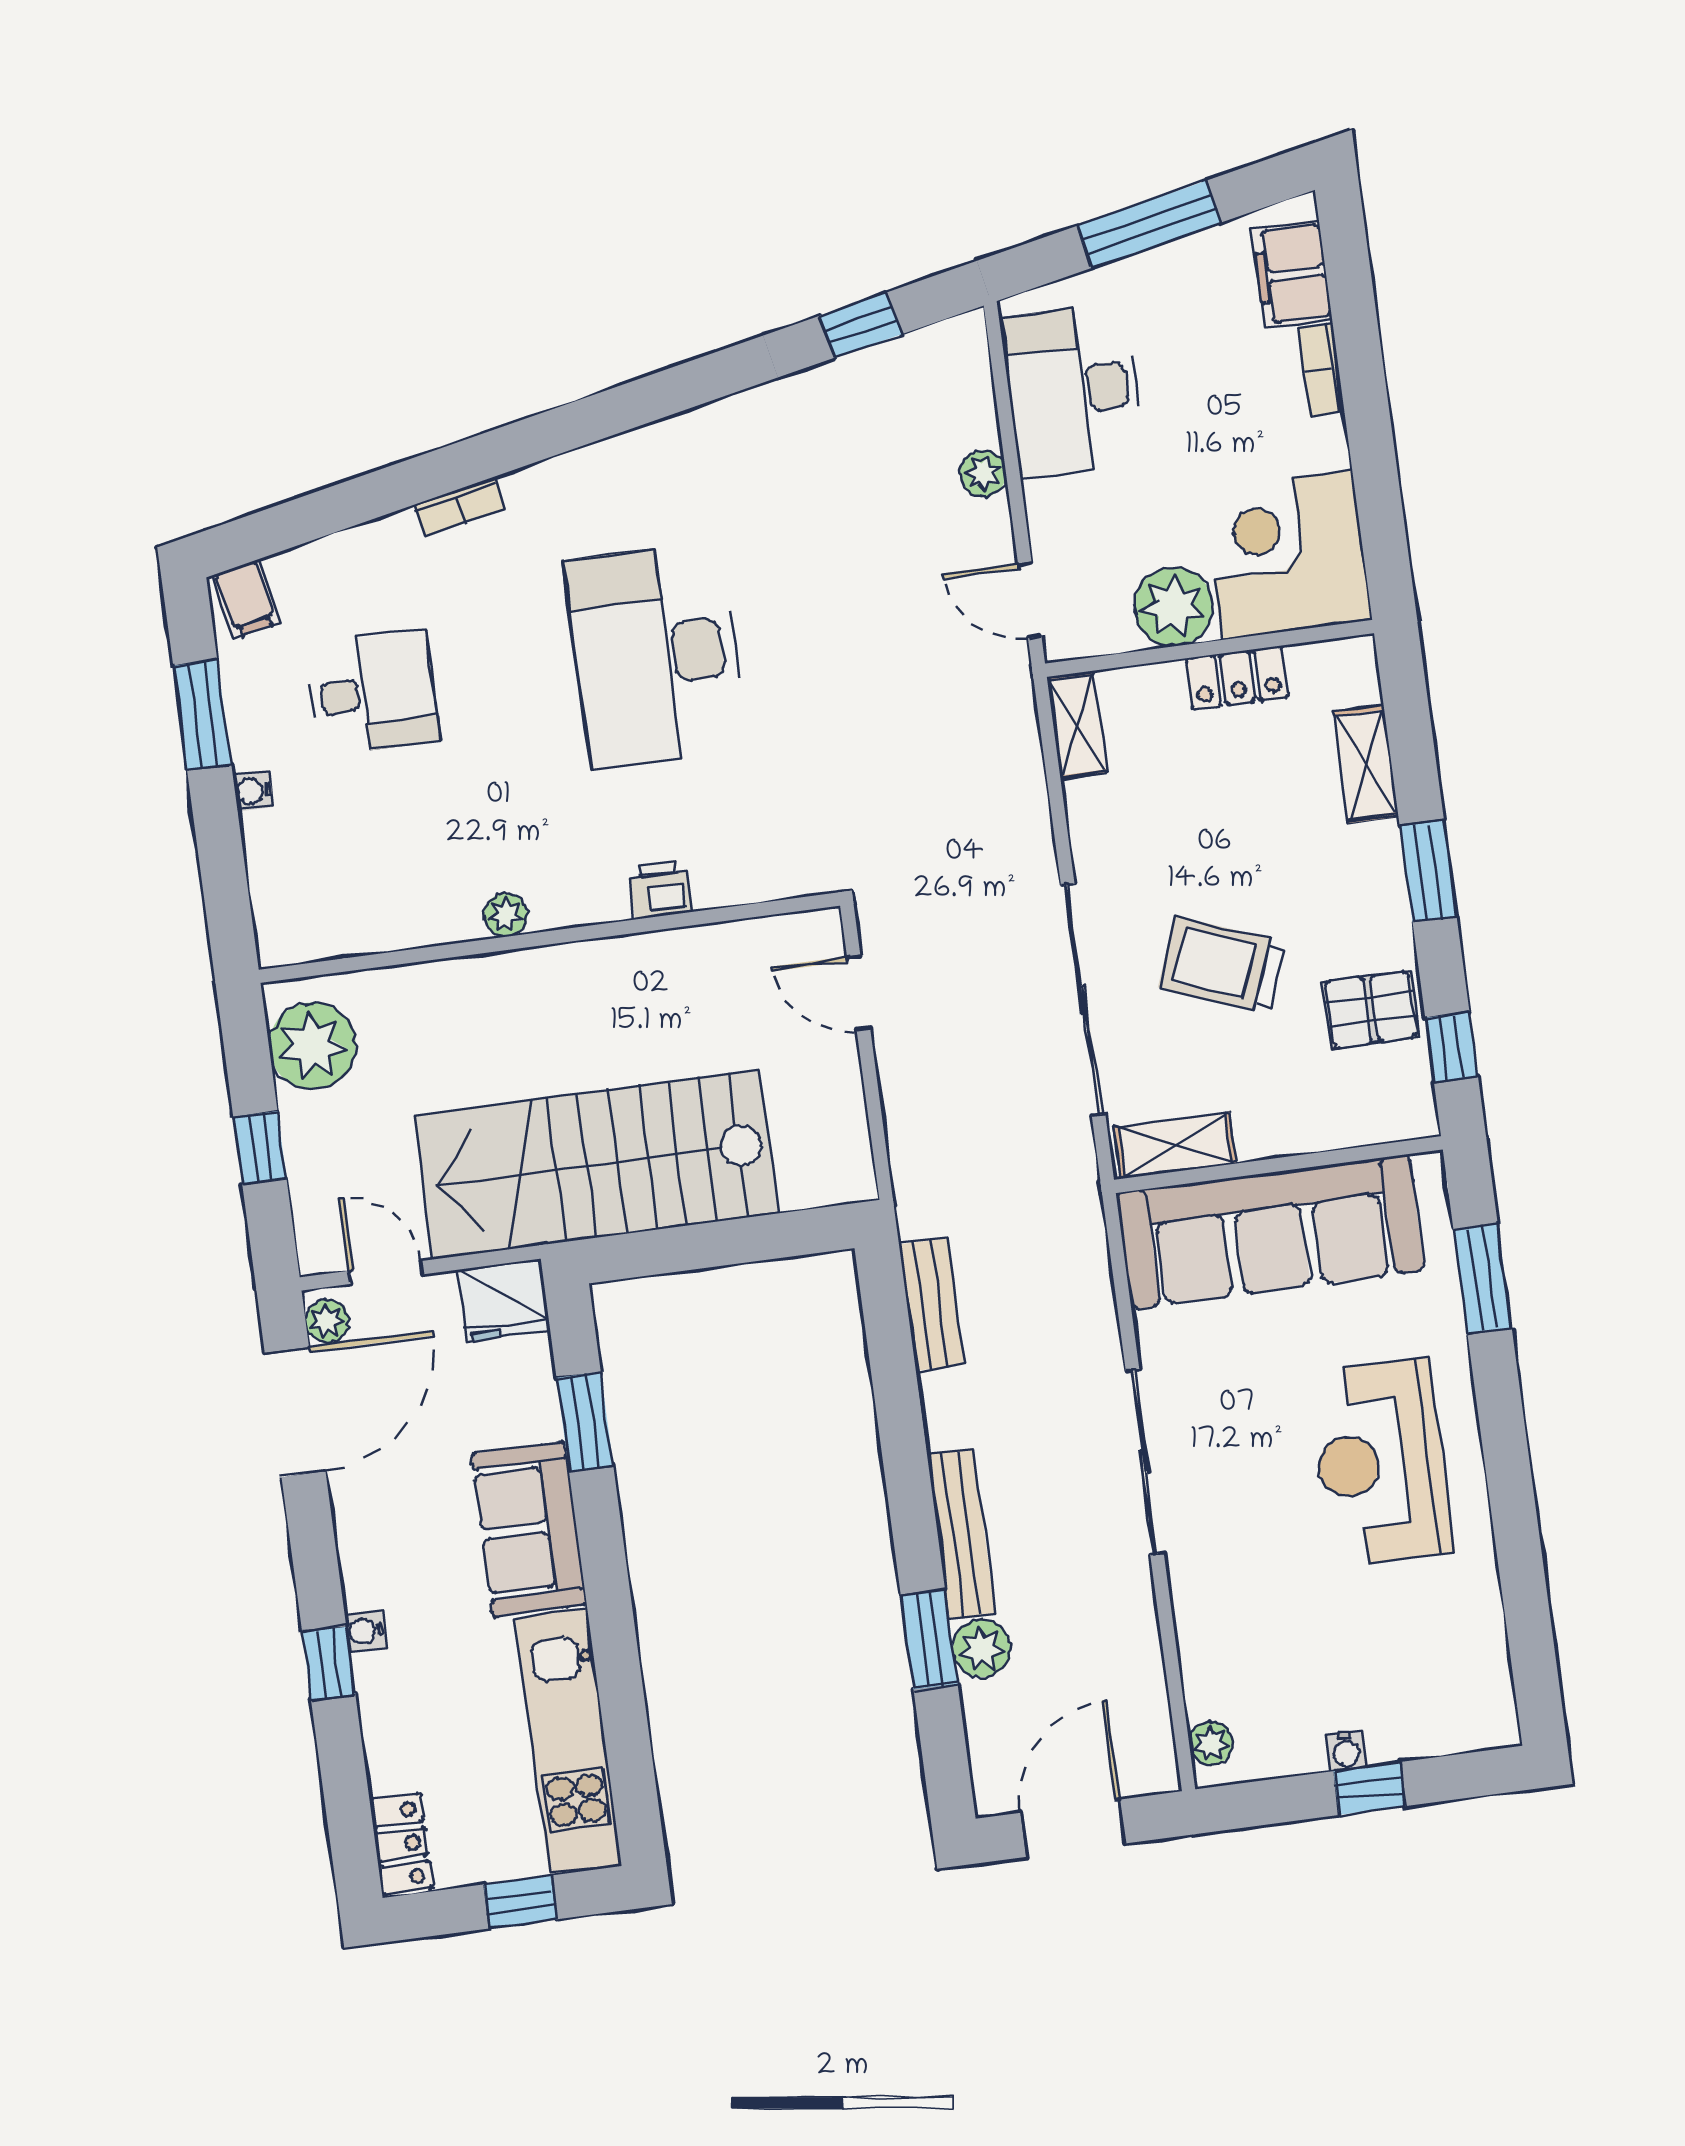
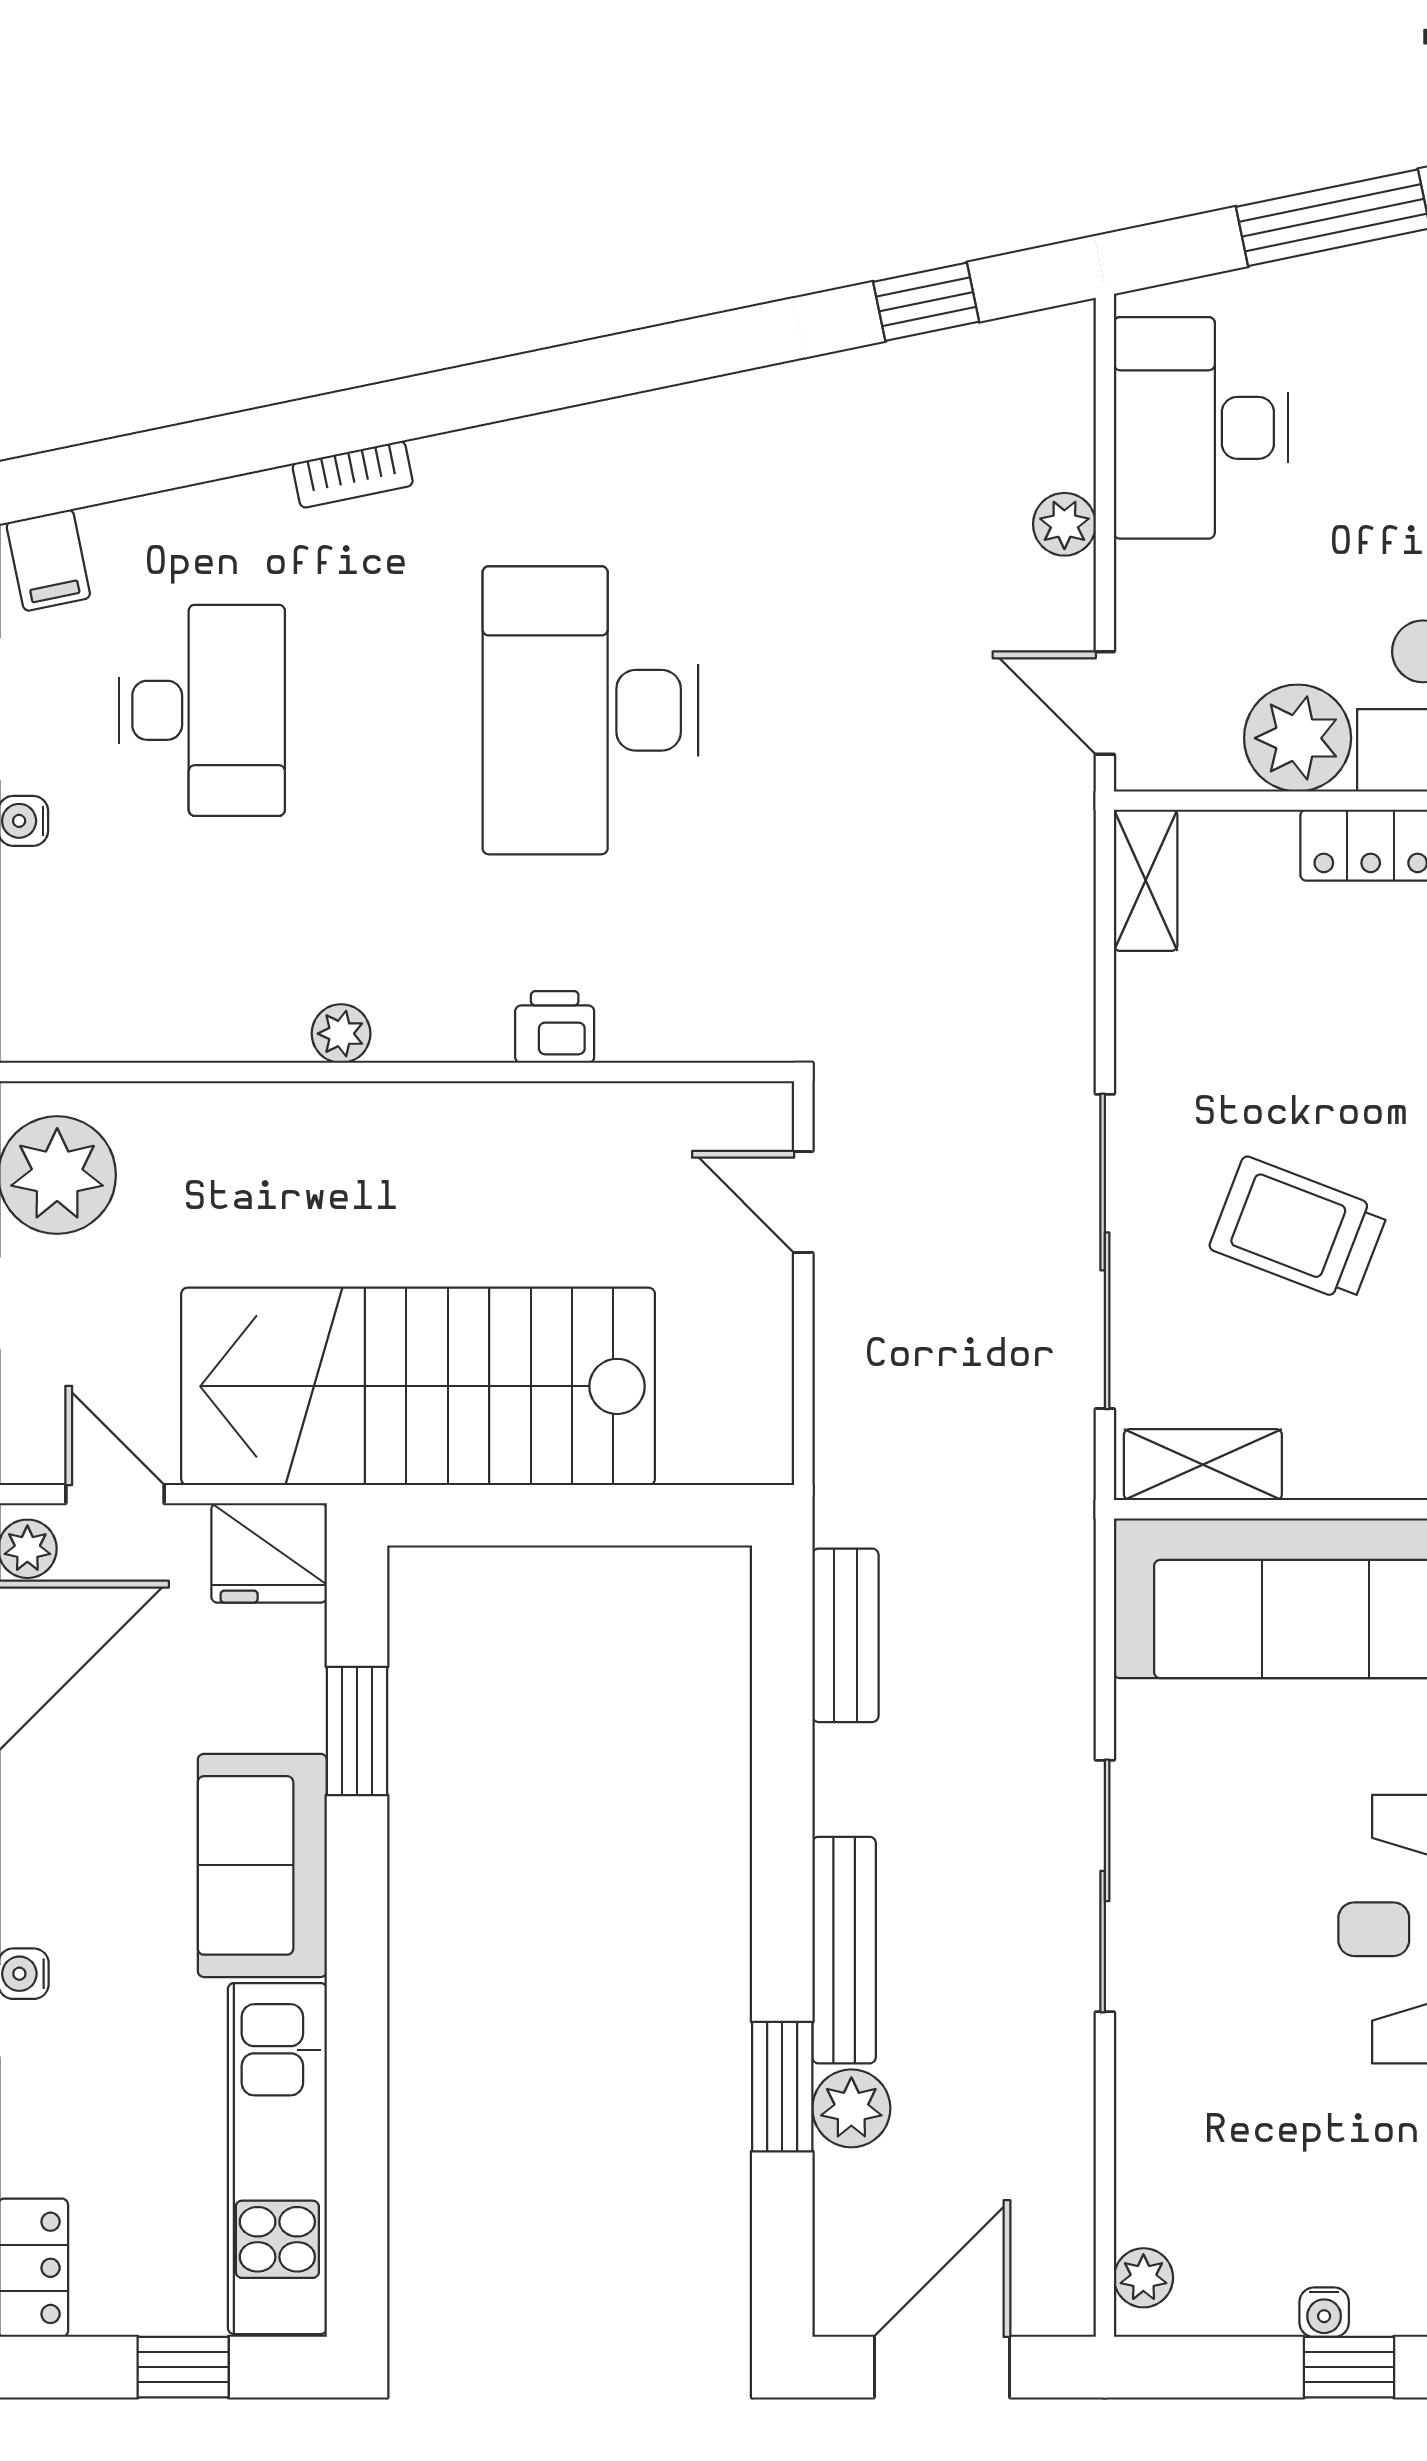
desk: (373, 693) -> (202, 710), width x1.37

